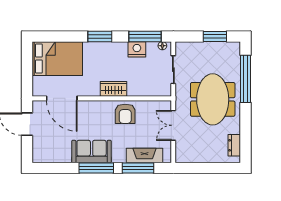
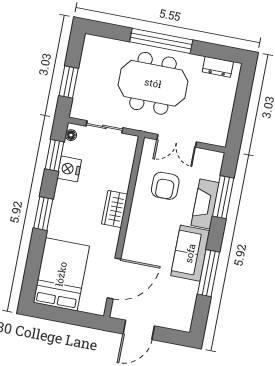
window: (145, 36) -> (55, 155), width x0.69
window: (215, 36) -> (69, 82), moved
window: (246, 79) -> (161, 41), moved
armchair: (125, 114) -> (165, 186), moved, turned 90
fireplace: (145, 155) -> (205, 204), moved
window: (96, 168) -> (209, 273), moved

